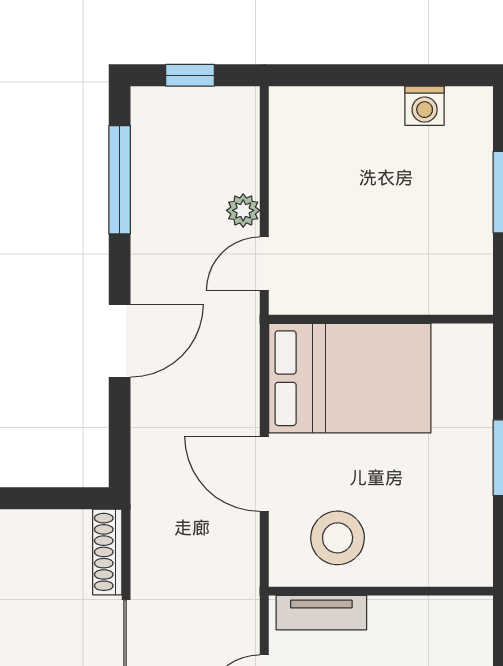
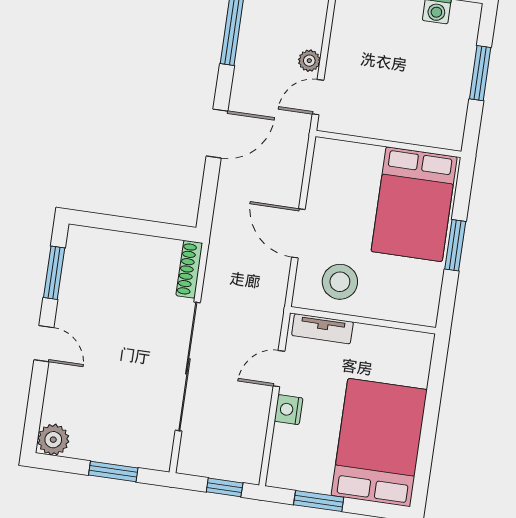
bed: (350, 378) -> (414, 204), moved, turned 90

